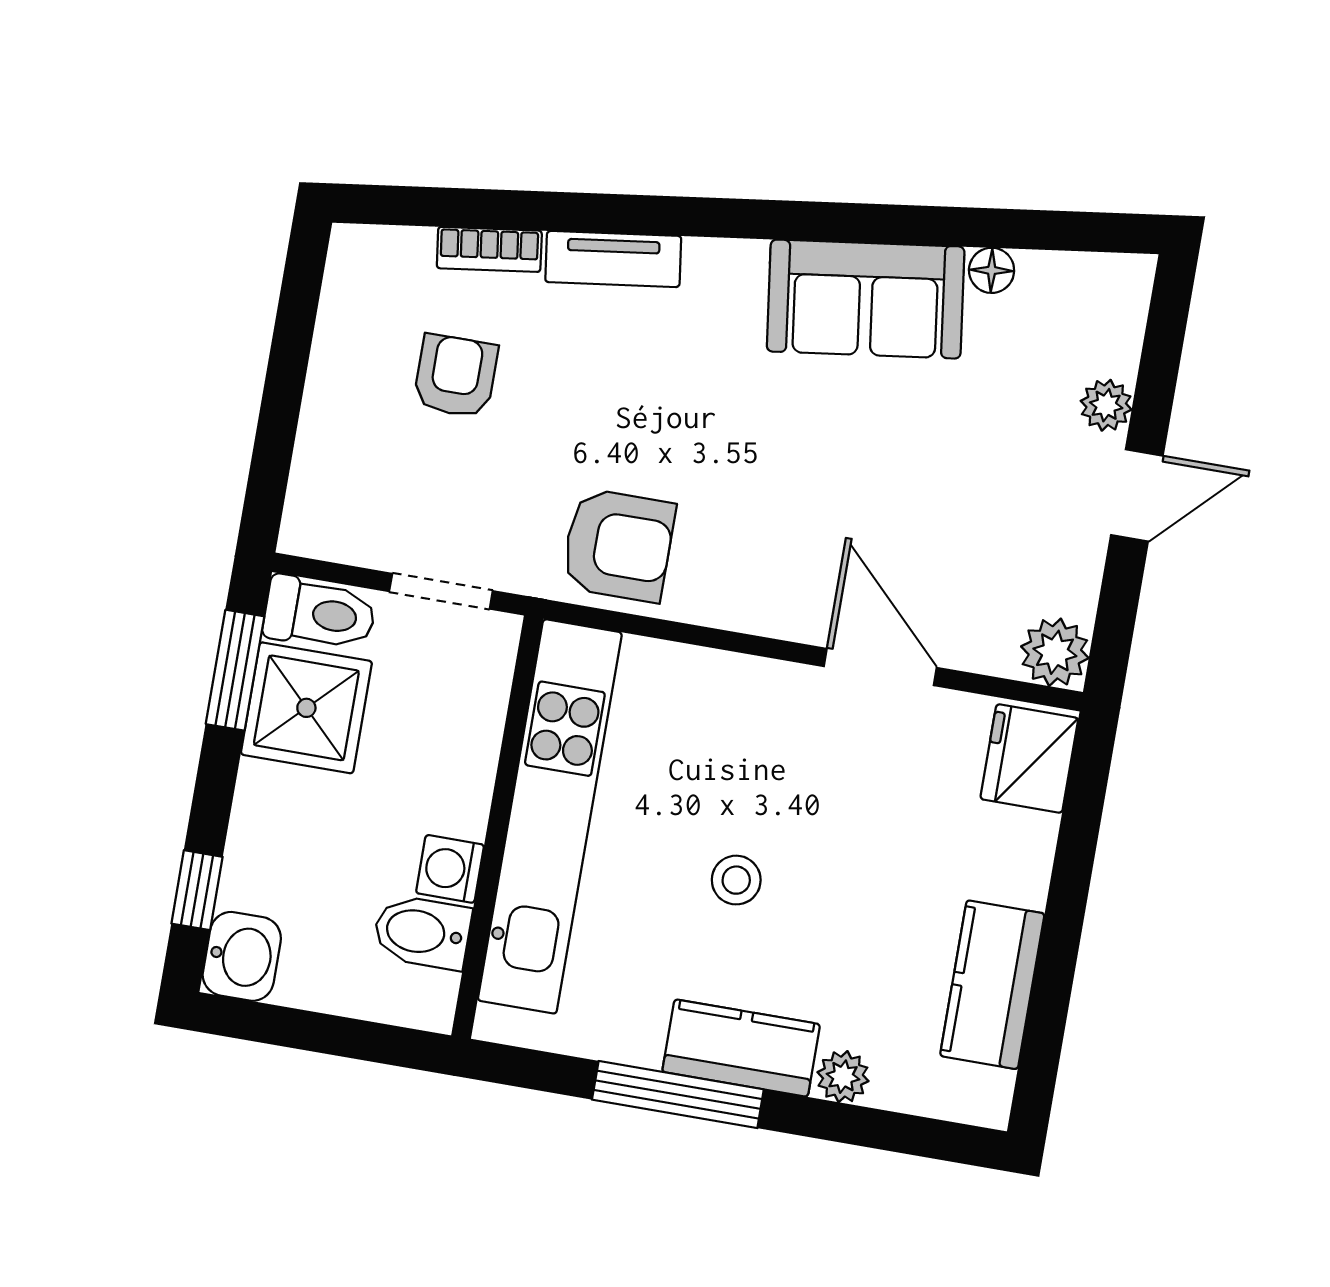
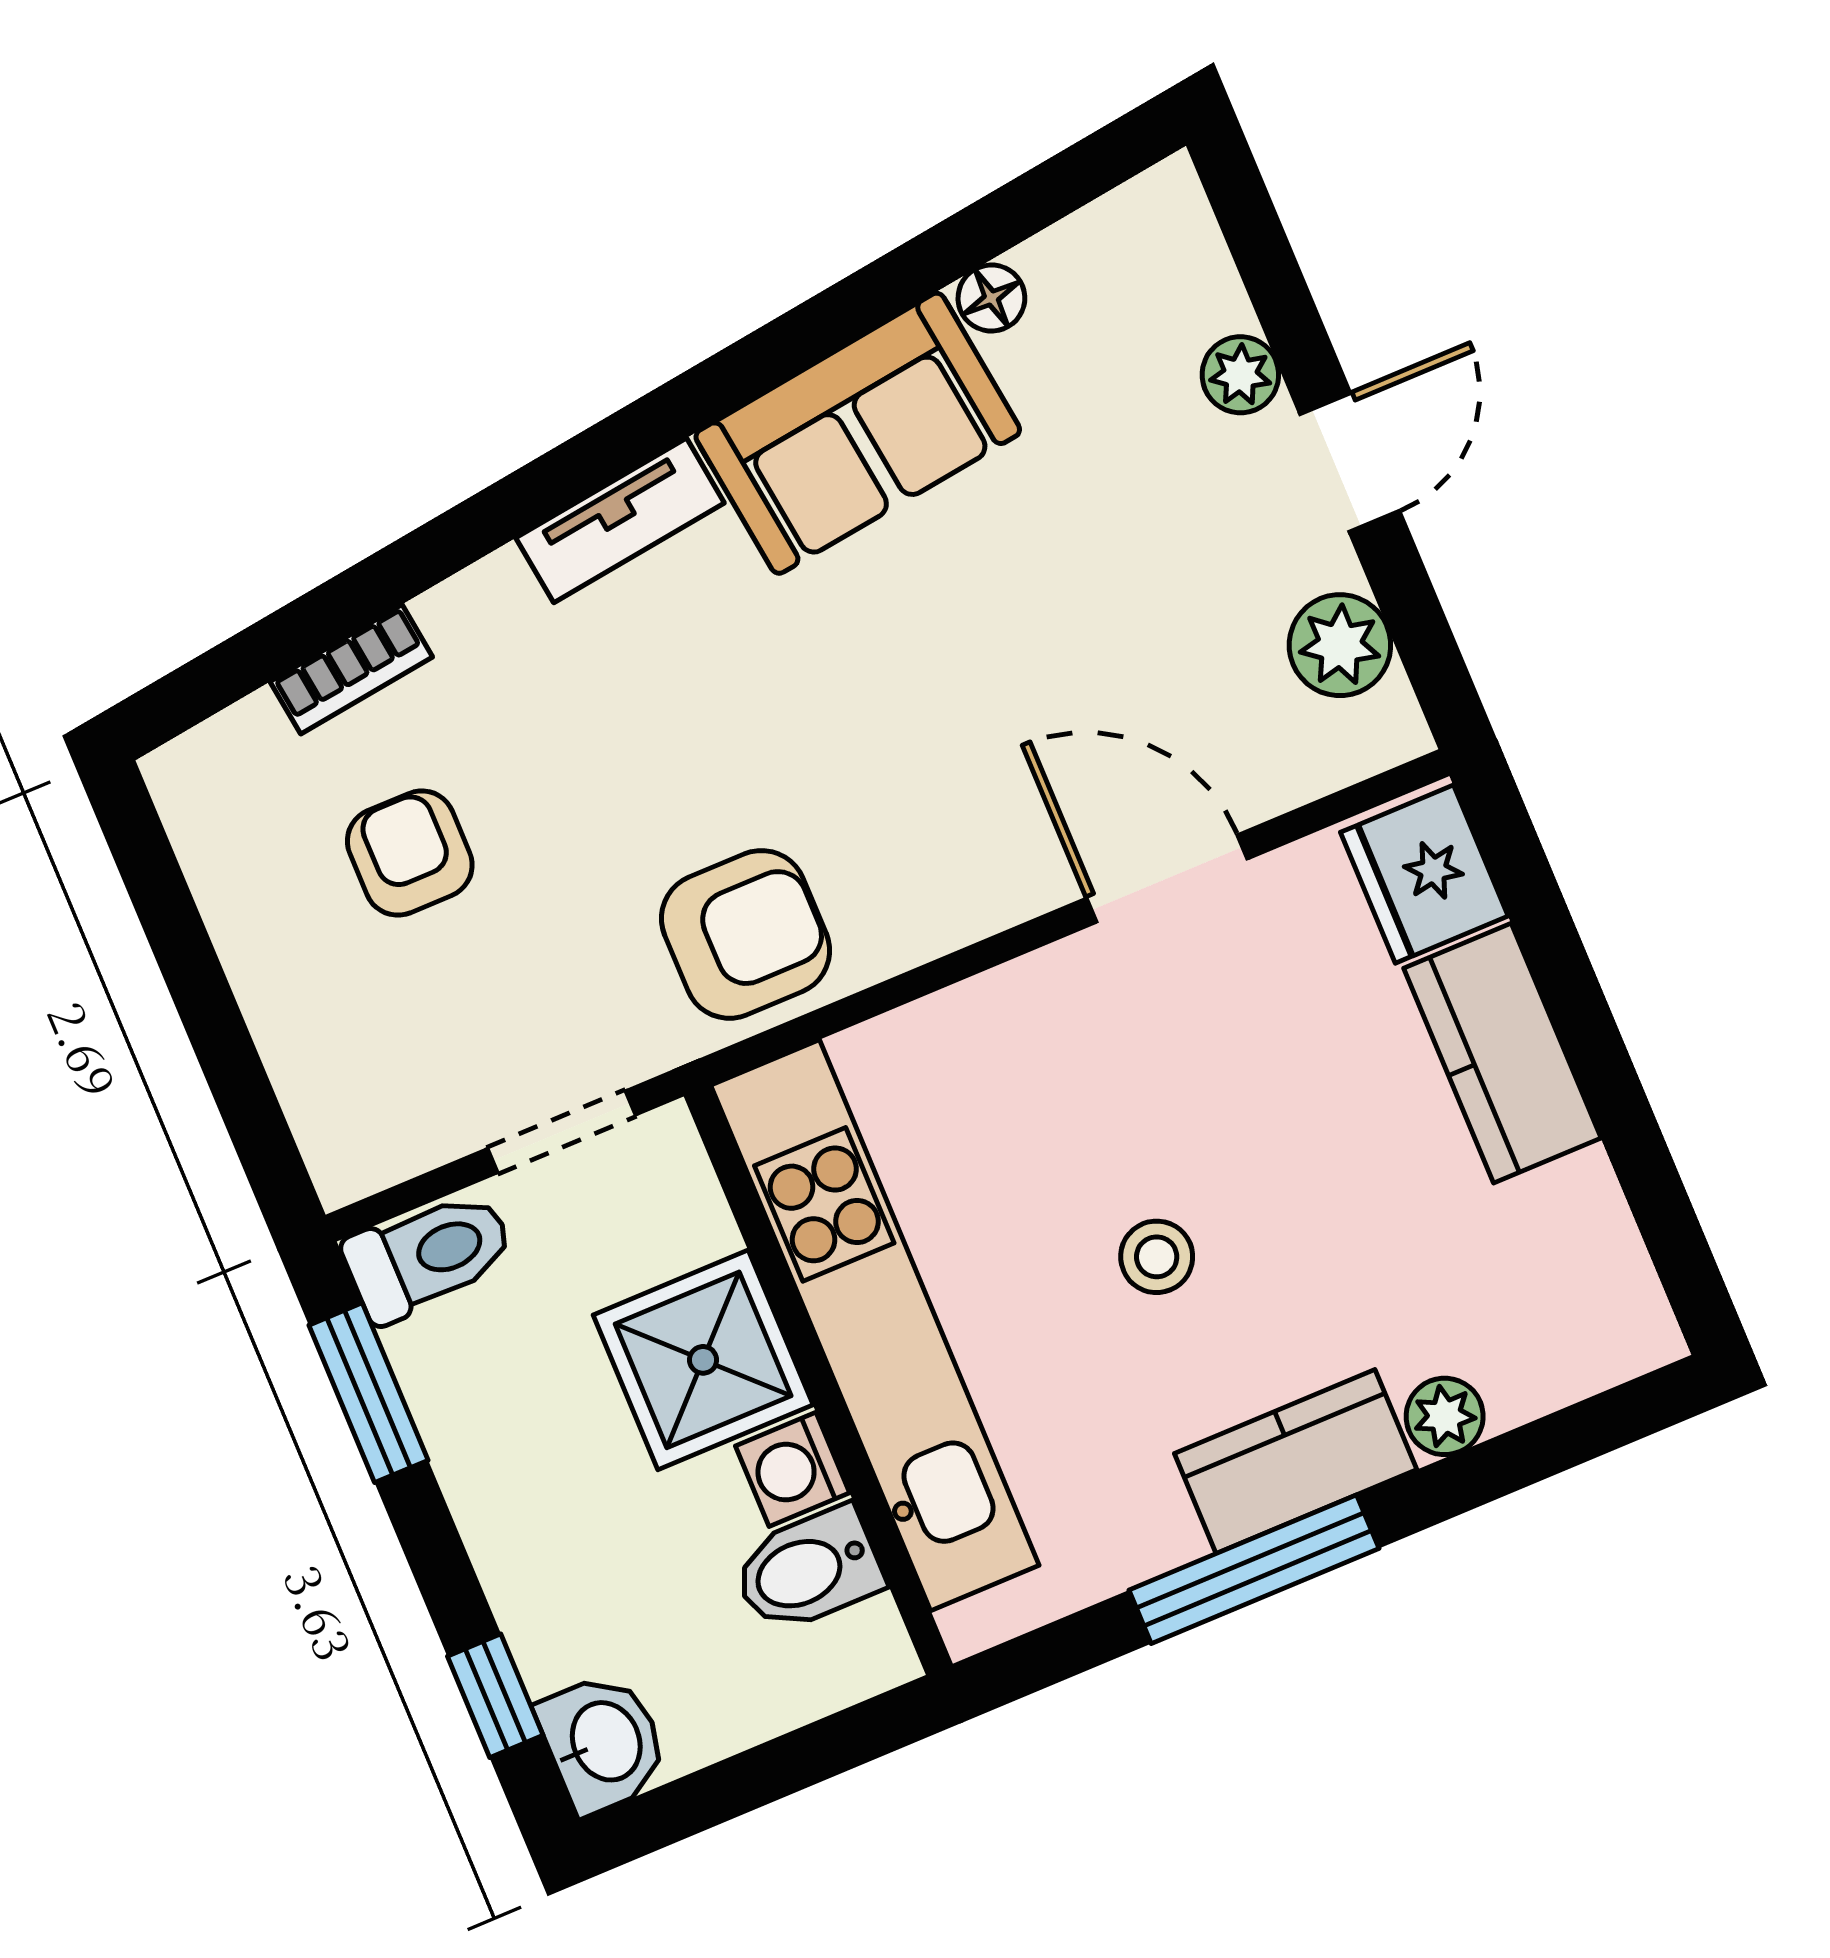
tv unit: (613, 259) -> (620, 520), moved
plant: (1055, 652) -> (1340, 645), moved
shower: (306, 708) -> (703, 1360), moved
kitchen counter: (992, 985) -> (1502, 1053), moved

